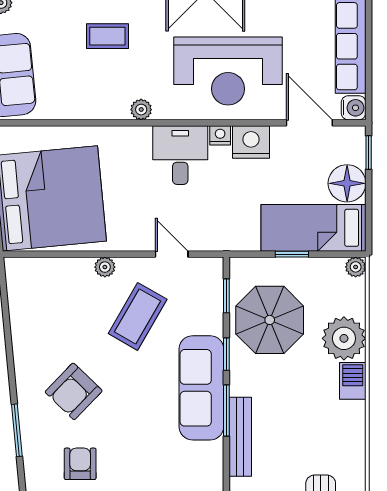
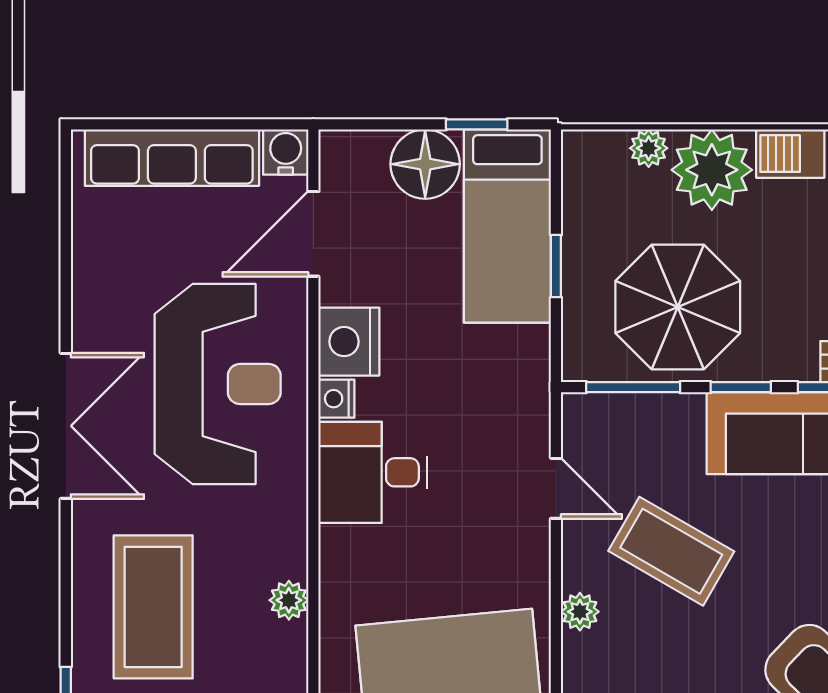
coffee table: (107, 36) -> (153, 607), width x1.86, depth x1.72
plant: (141, 110) -> (289, 600), moved
window: (369, 153) -> (477, 124), moved
door: (172, 254) -> (556, 488), swing flipped
plant: (356, 267) -> (649, 148), moved
window: (226, 296) -> (633, 387), width x1.50

